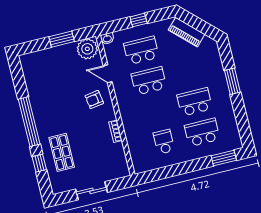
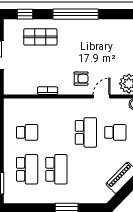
school desk: (141, 50) -> (115, 132), width x0.54
armchair: (94, 100) -> (81, 79), turned 99
window: (39, 163) -> (25, 14), moved

